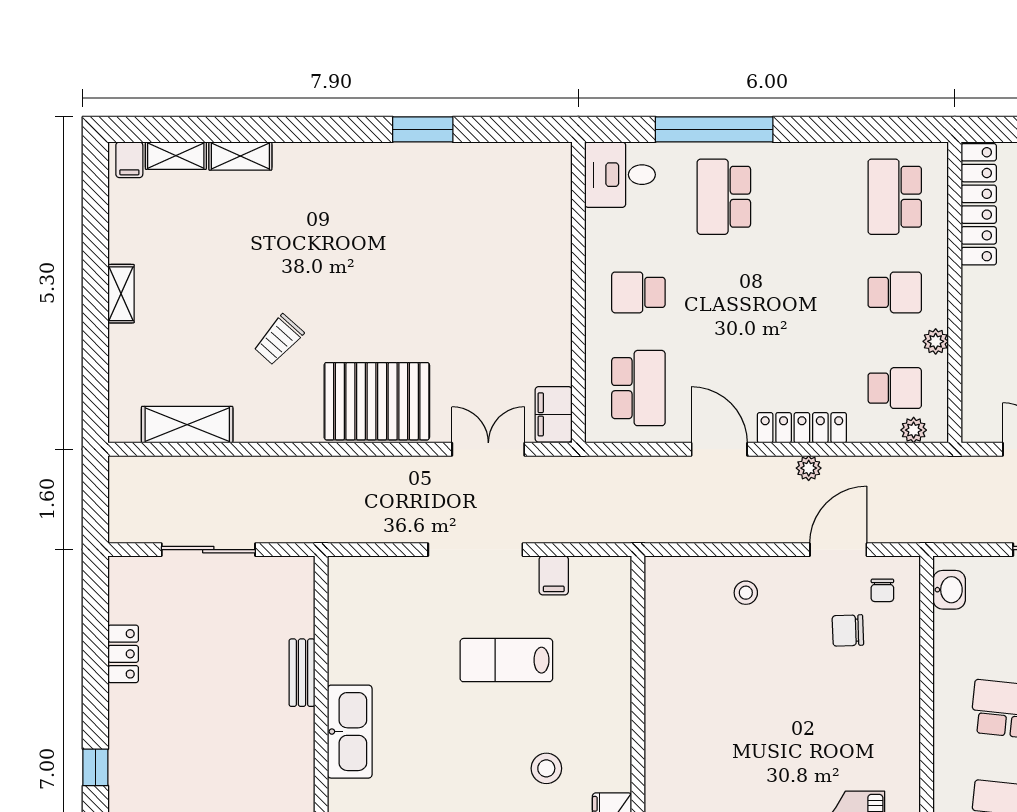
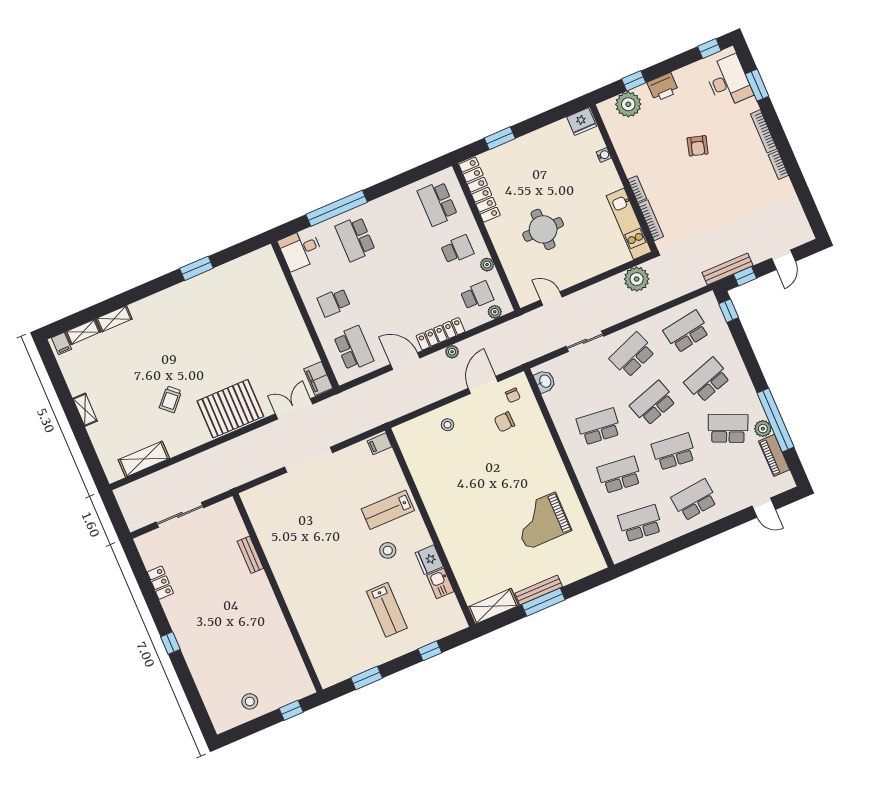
filing cabinet: (554, 575) -> (380, 444), moved, turned 90
lab bench: (506, 660) -> (388, 510), moved
kitchen sink: (350, 732) -> (286, 573), removed

